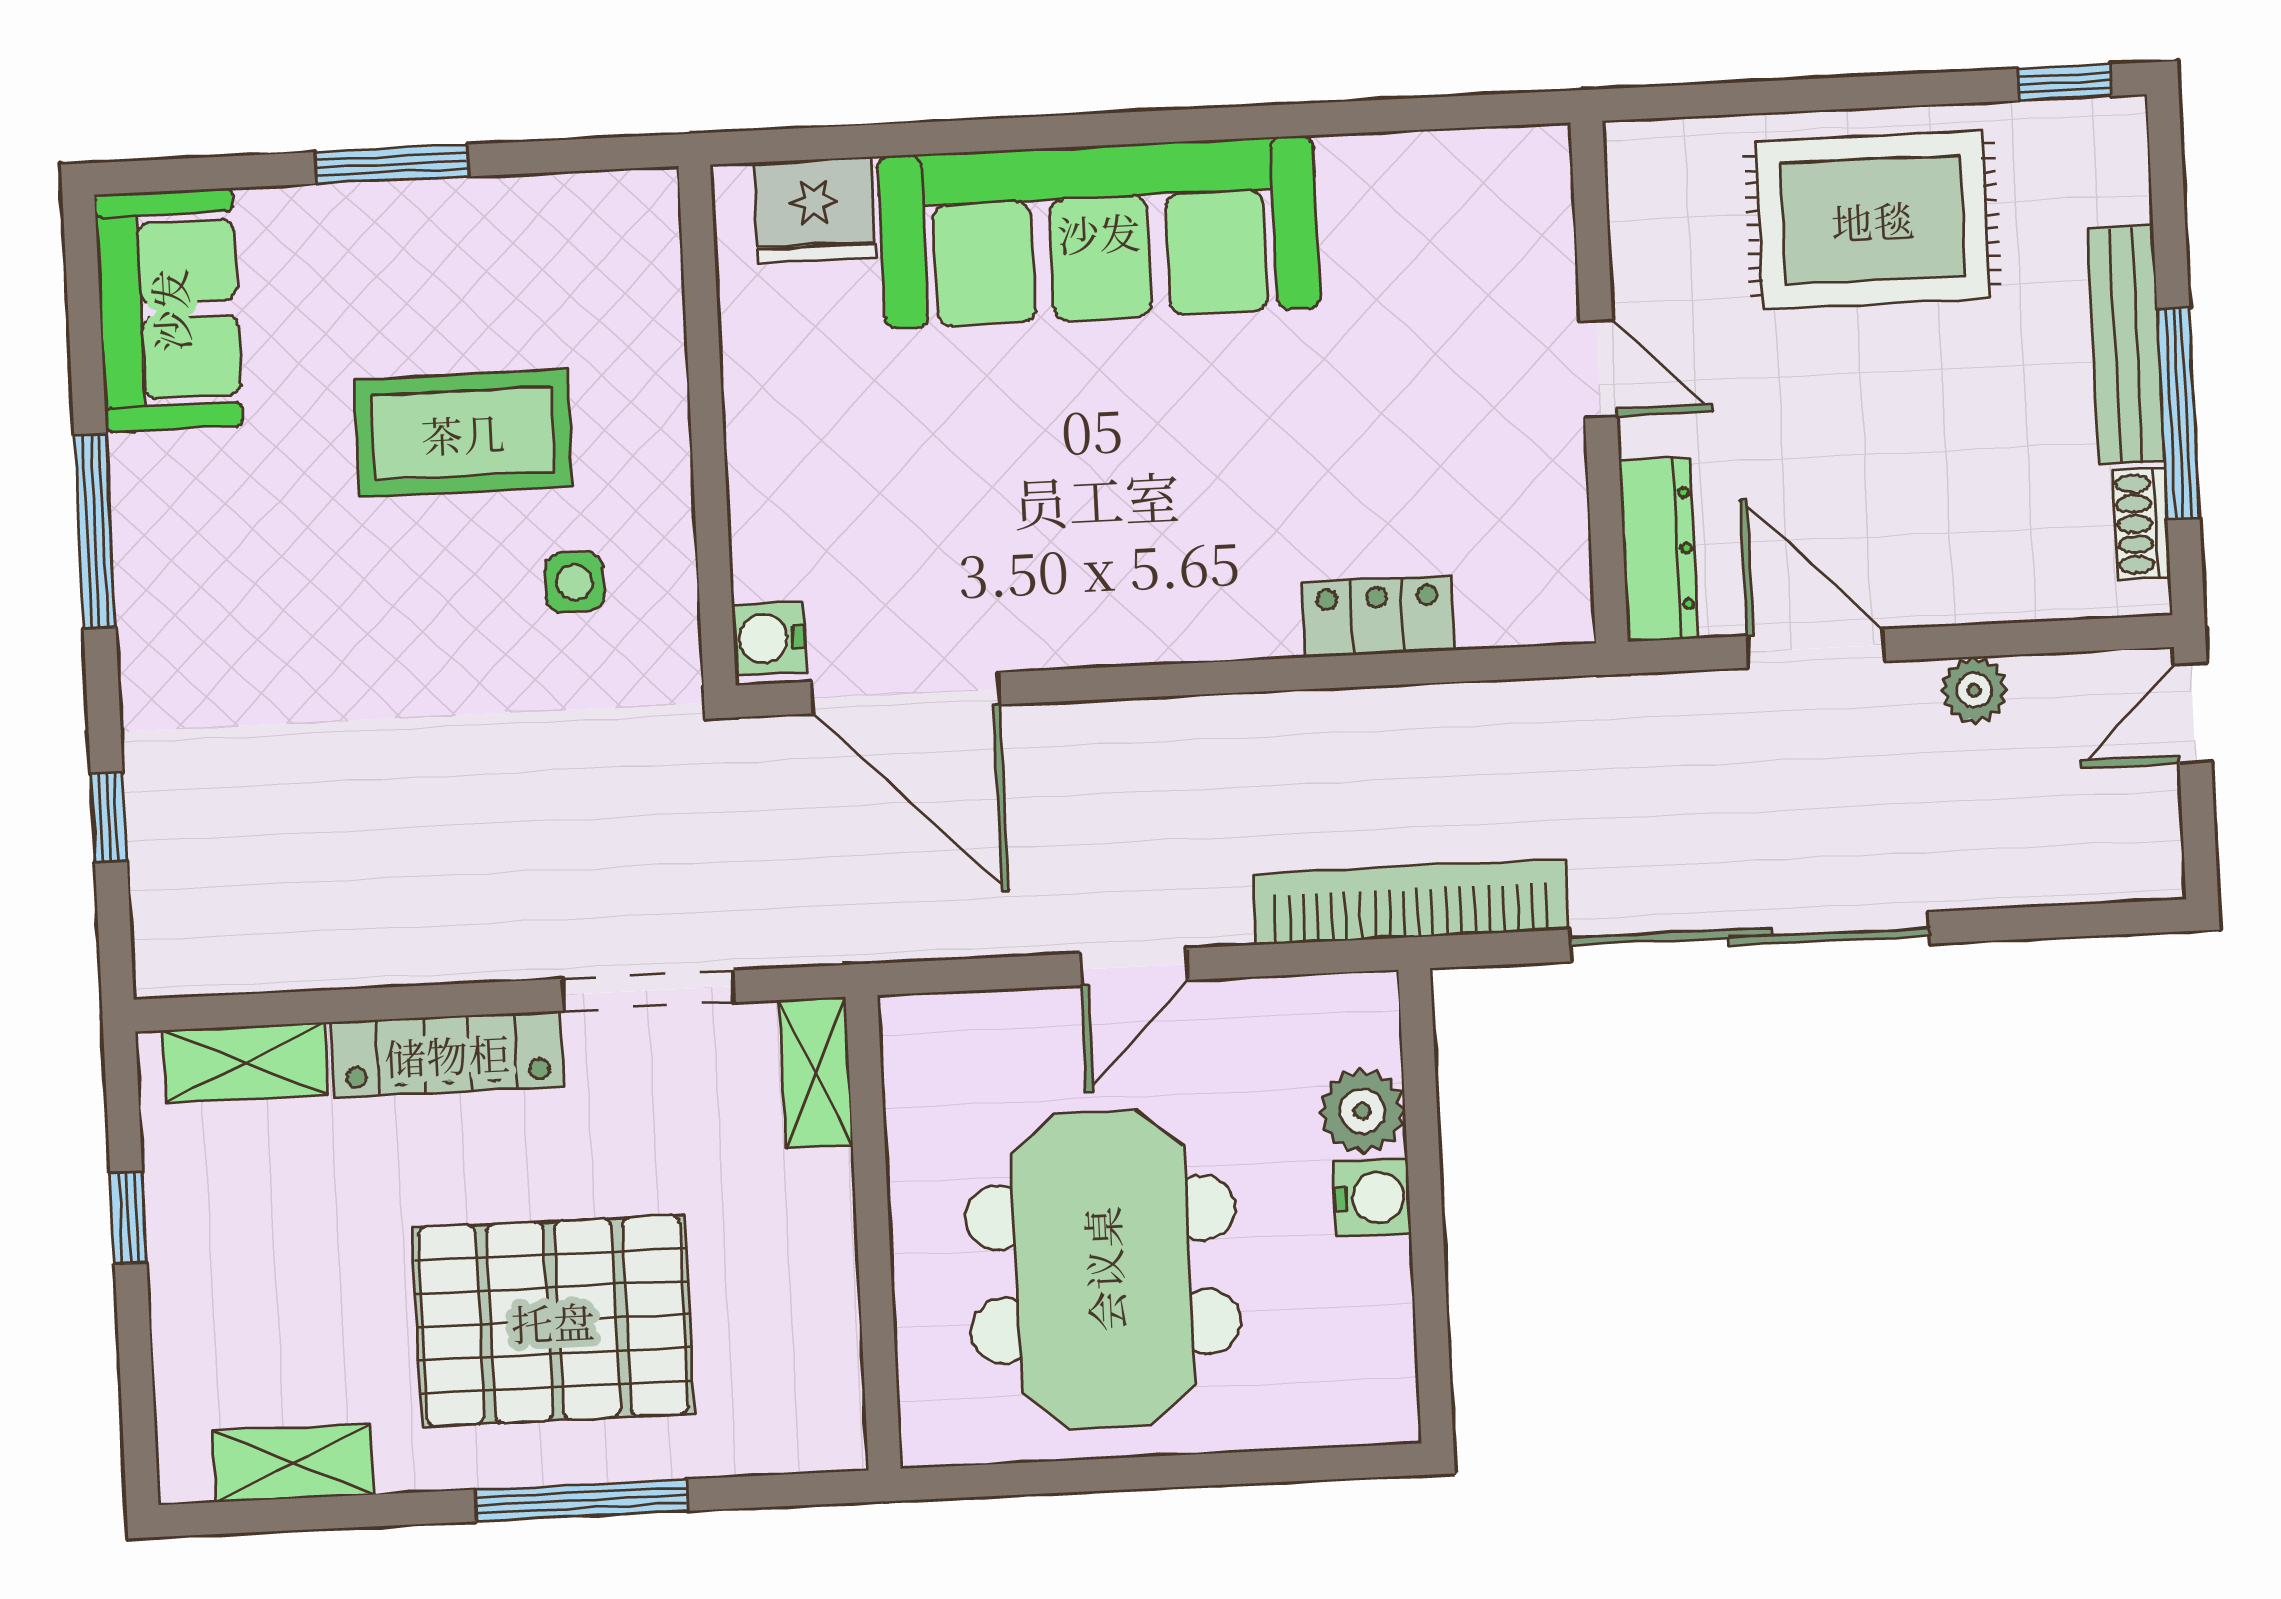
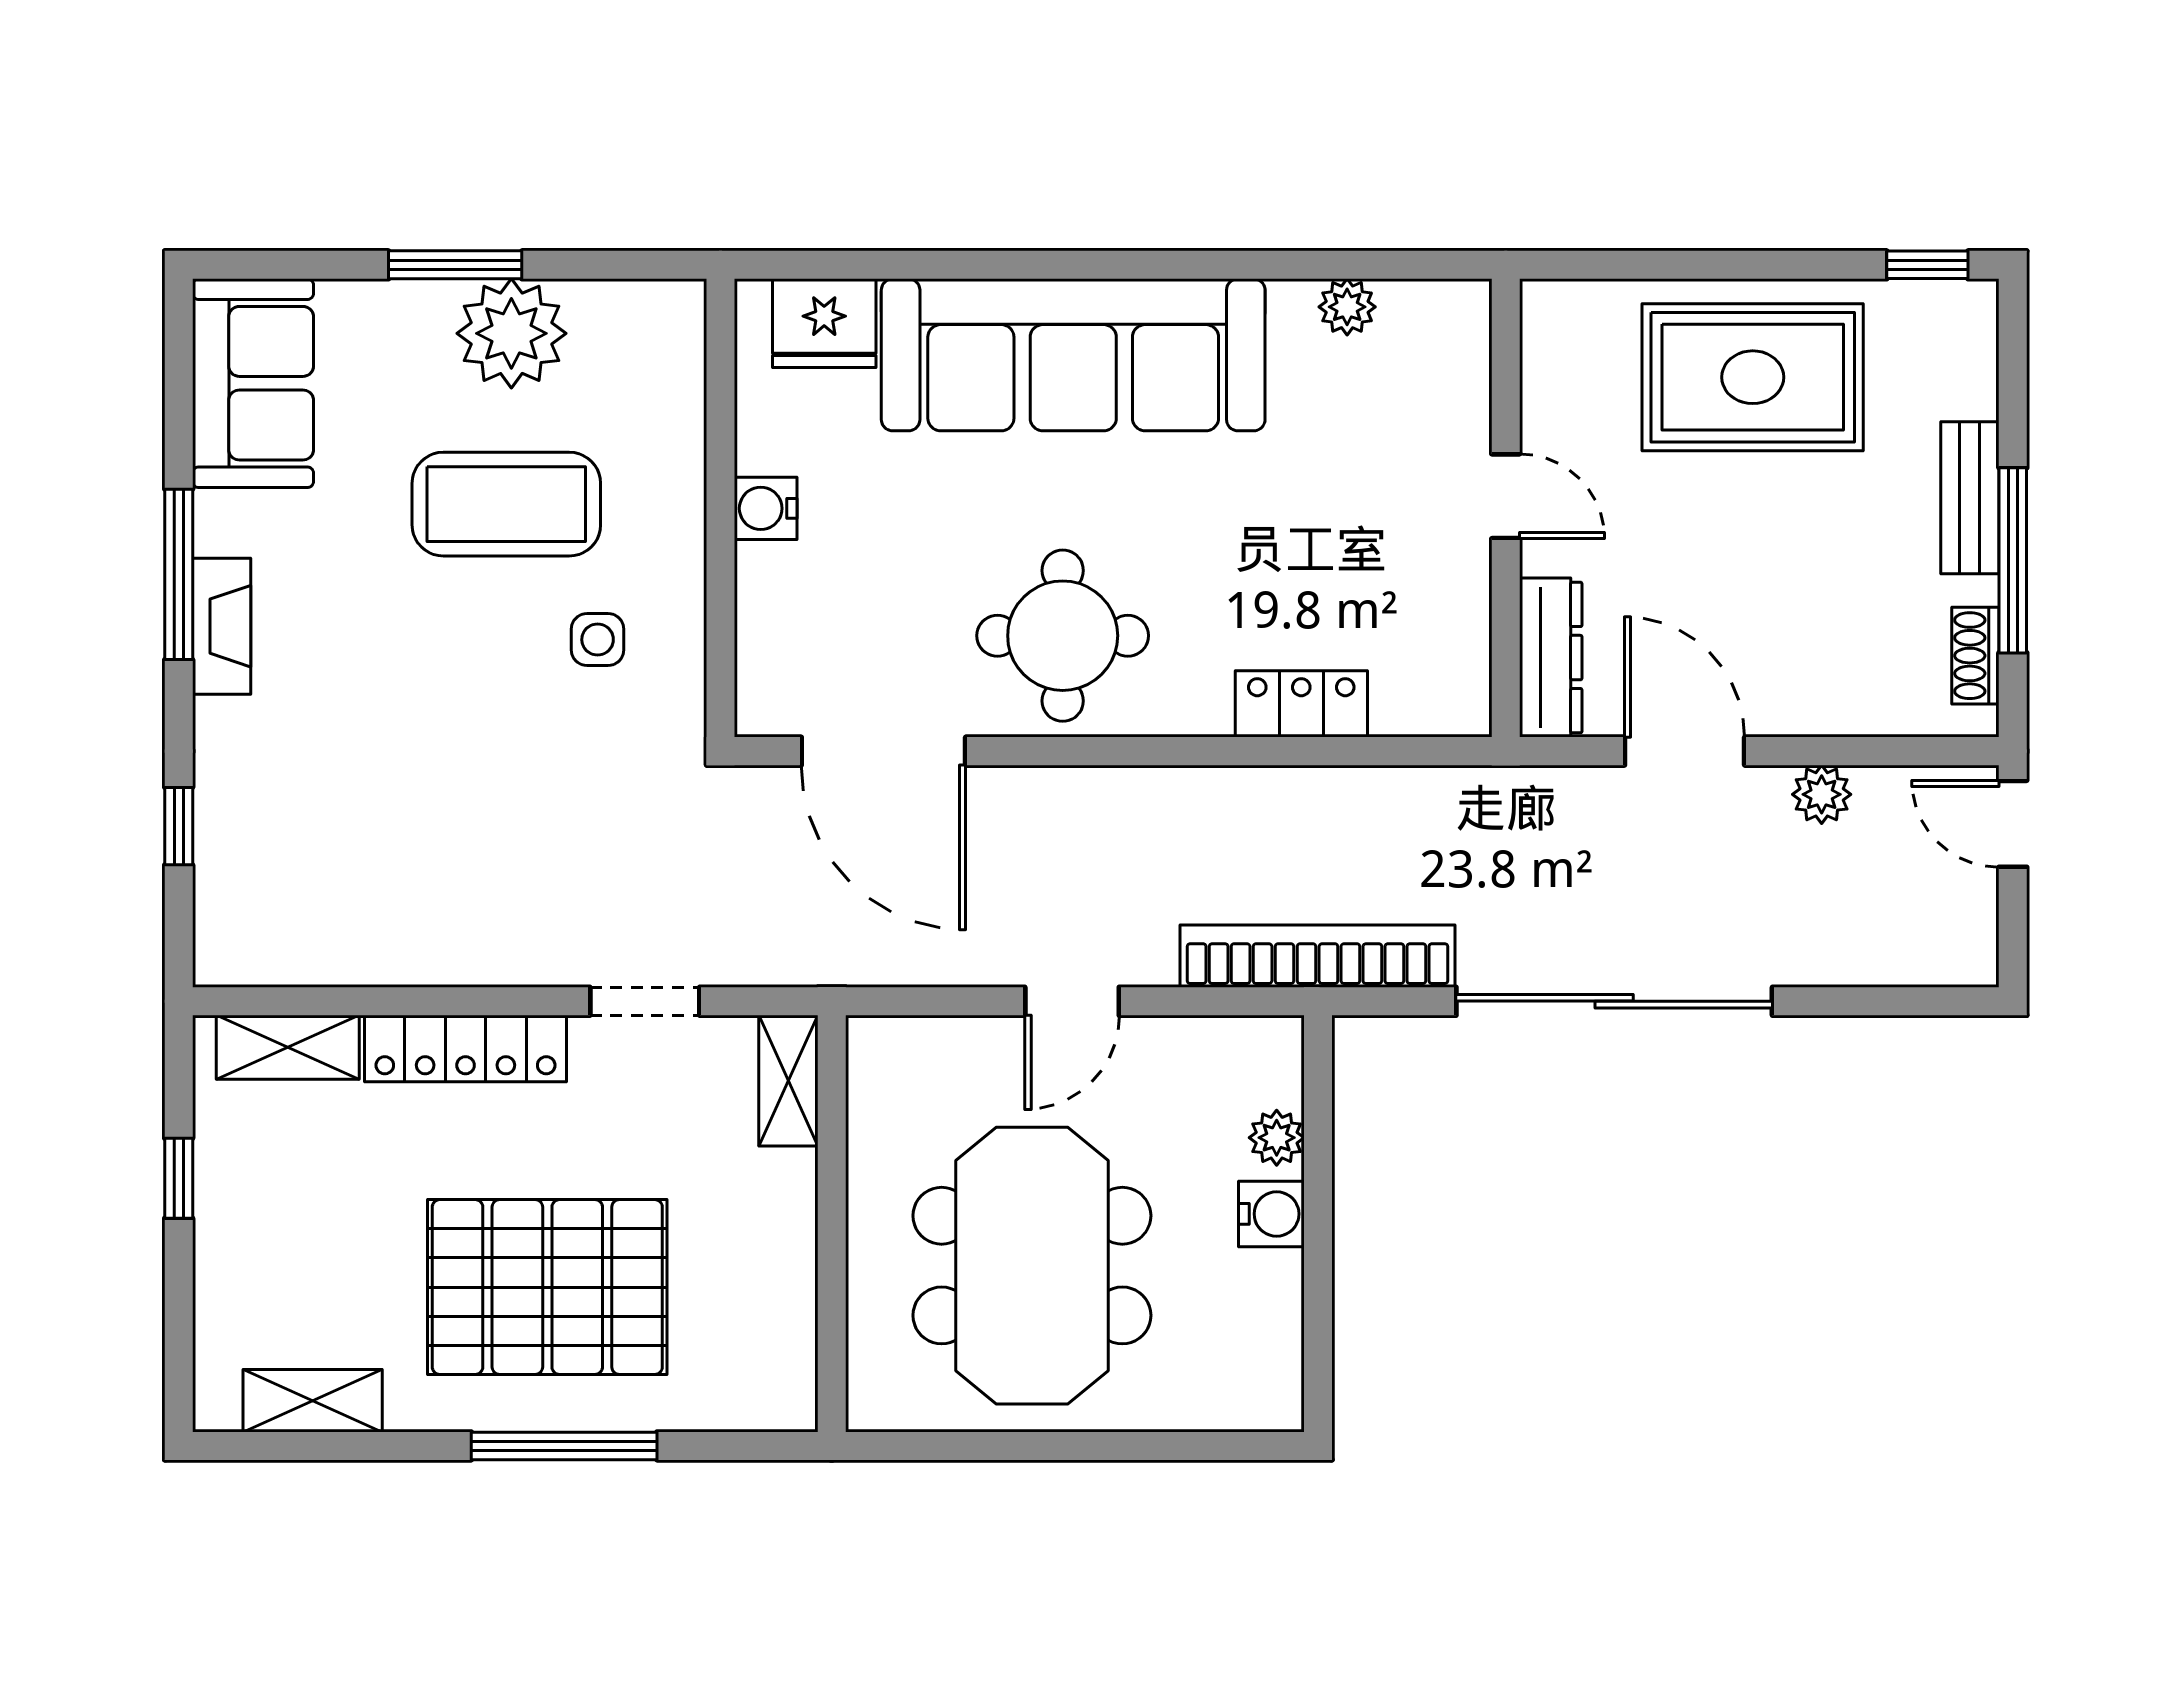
plant: (1408, 162) -> (1347, 307), added
plant: (460, 239) -> (511, 333), added
bench: (2126, 345) -> (1970, 498), width x0.73
round table: (1103, 552) -> (1063, 636), added
fireplace: (147, 588) -> (222, 626), added
water cooler: (769, 638) -> (766, 508), moved
door: (2193, 713) -> (2013, 824), hinge flipped
doorway: (648, 991) -> (645, 1001), width x0.73
plant: (1362, 1111) -> (1277, 1138), width x0.73, depth x0.73

